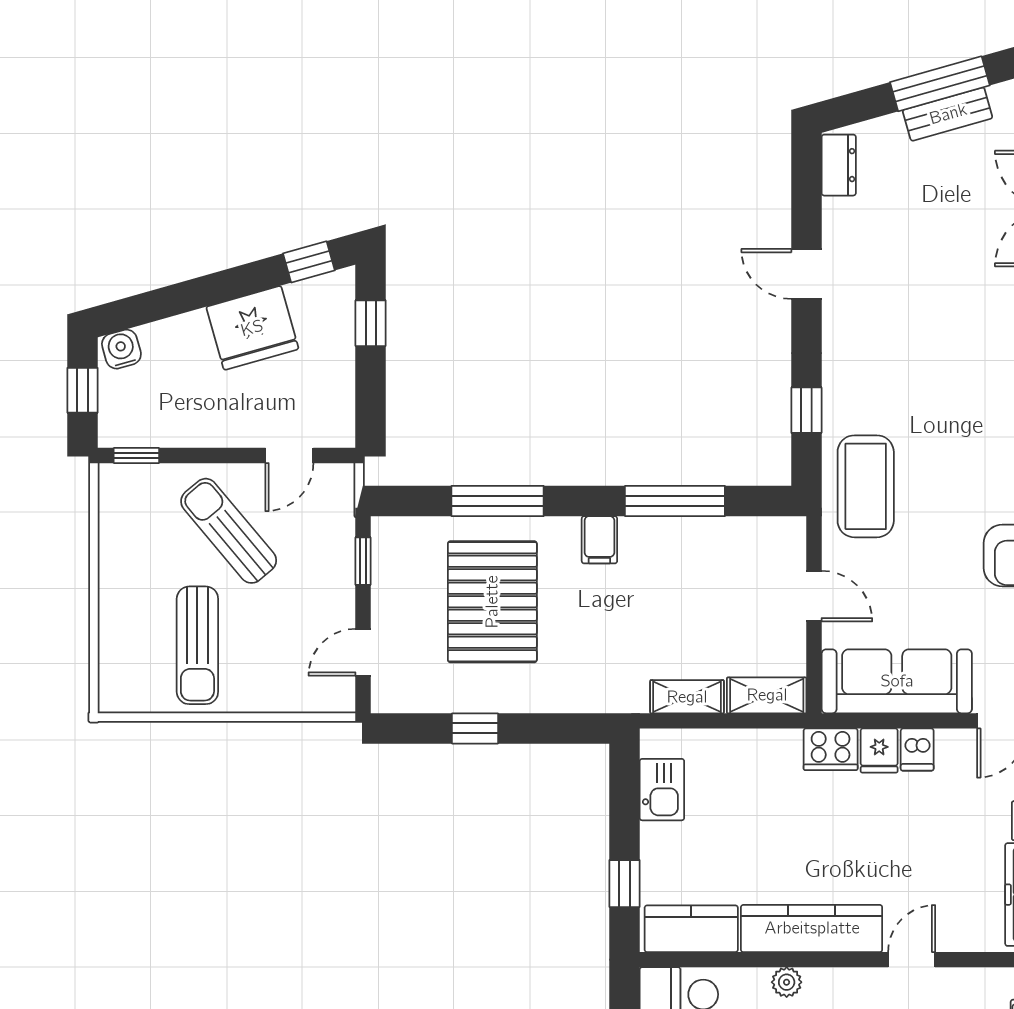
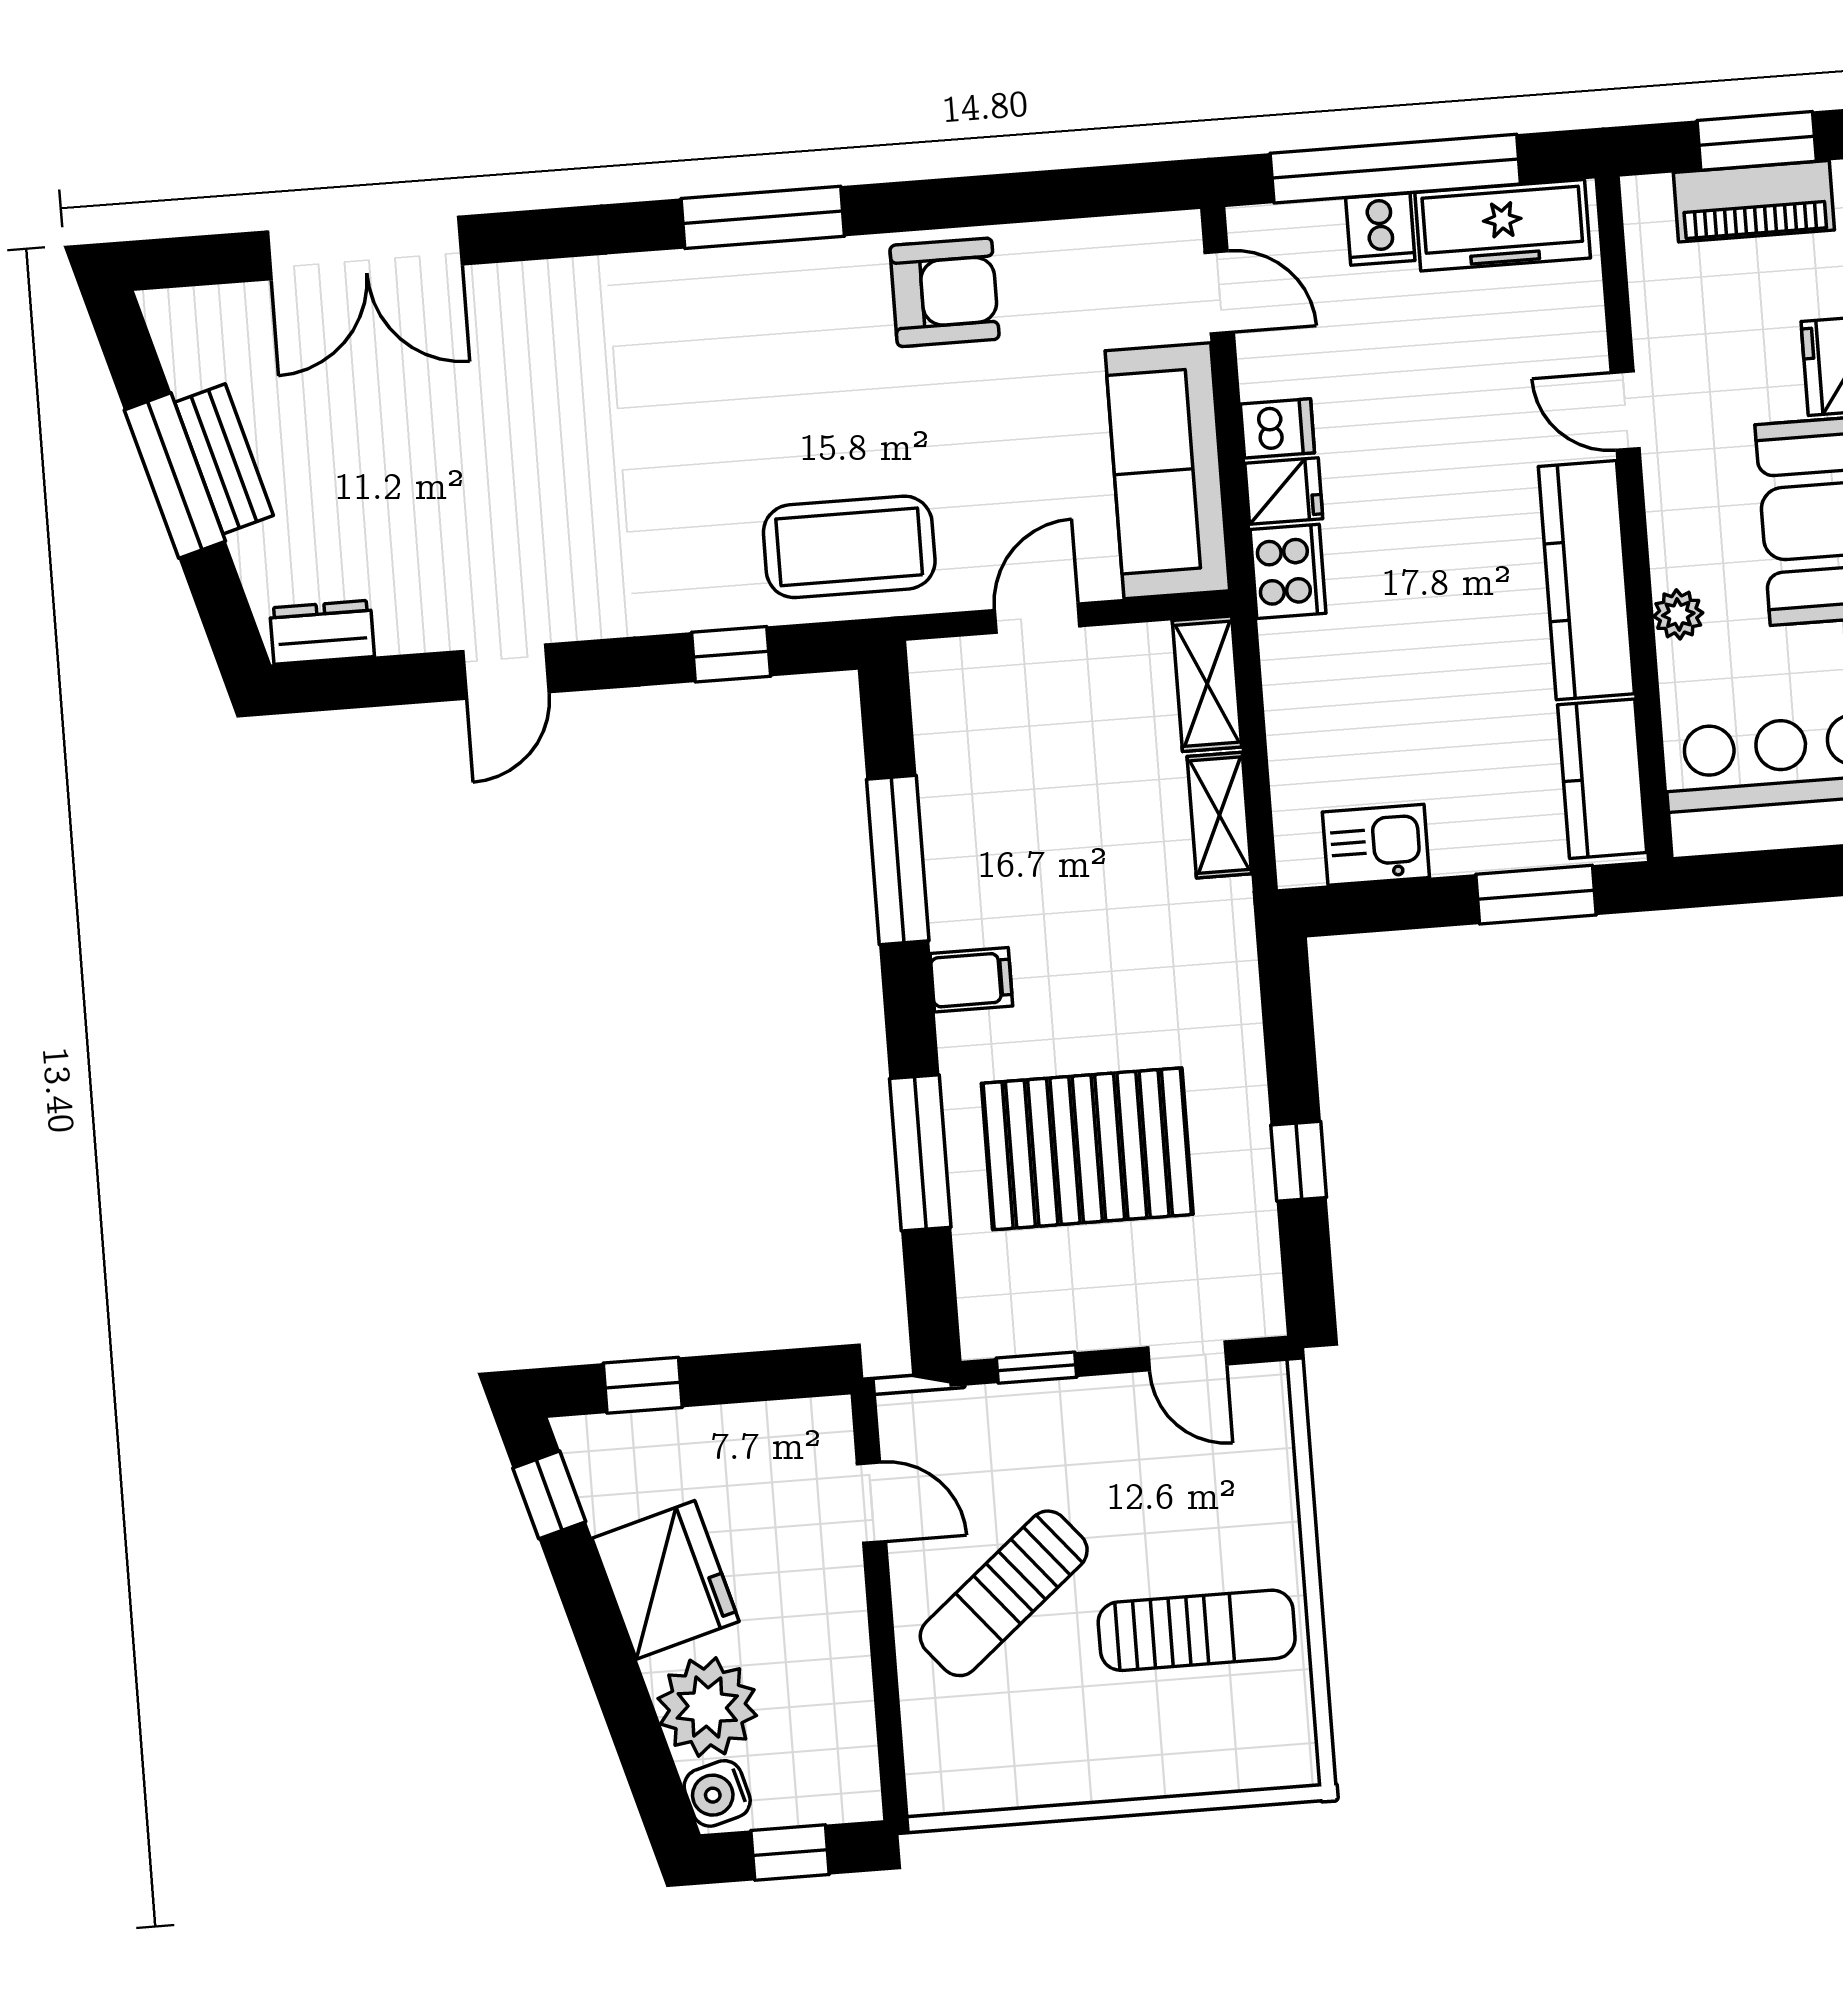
plant: (174, 347) -> (707, 1707), added
window: (136, 456) -> (891, 1755), removed
window: (625, 884) -> (1536, 895), width x1.50

